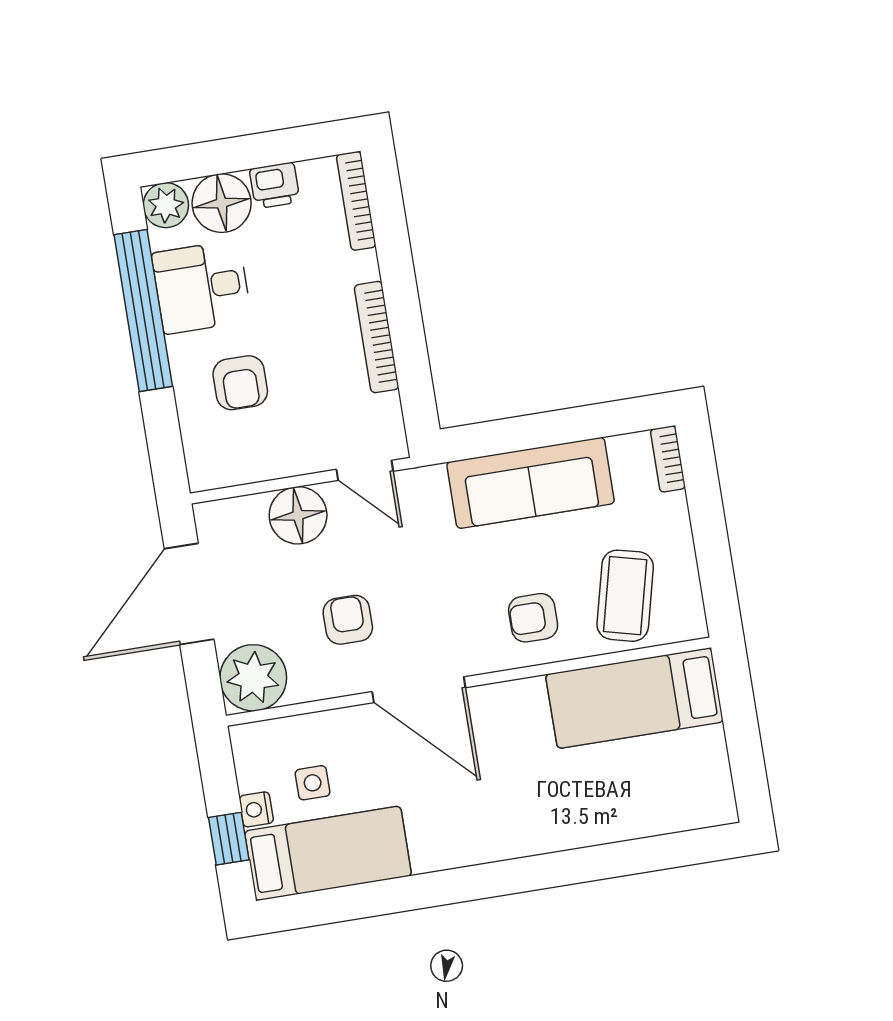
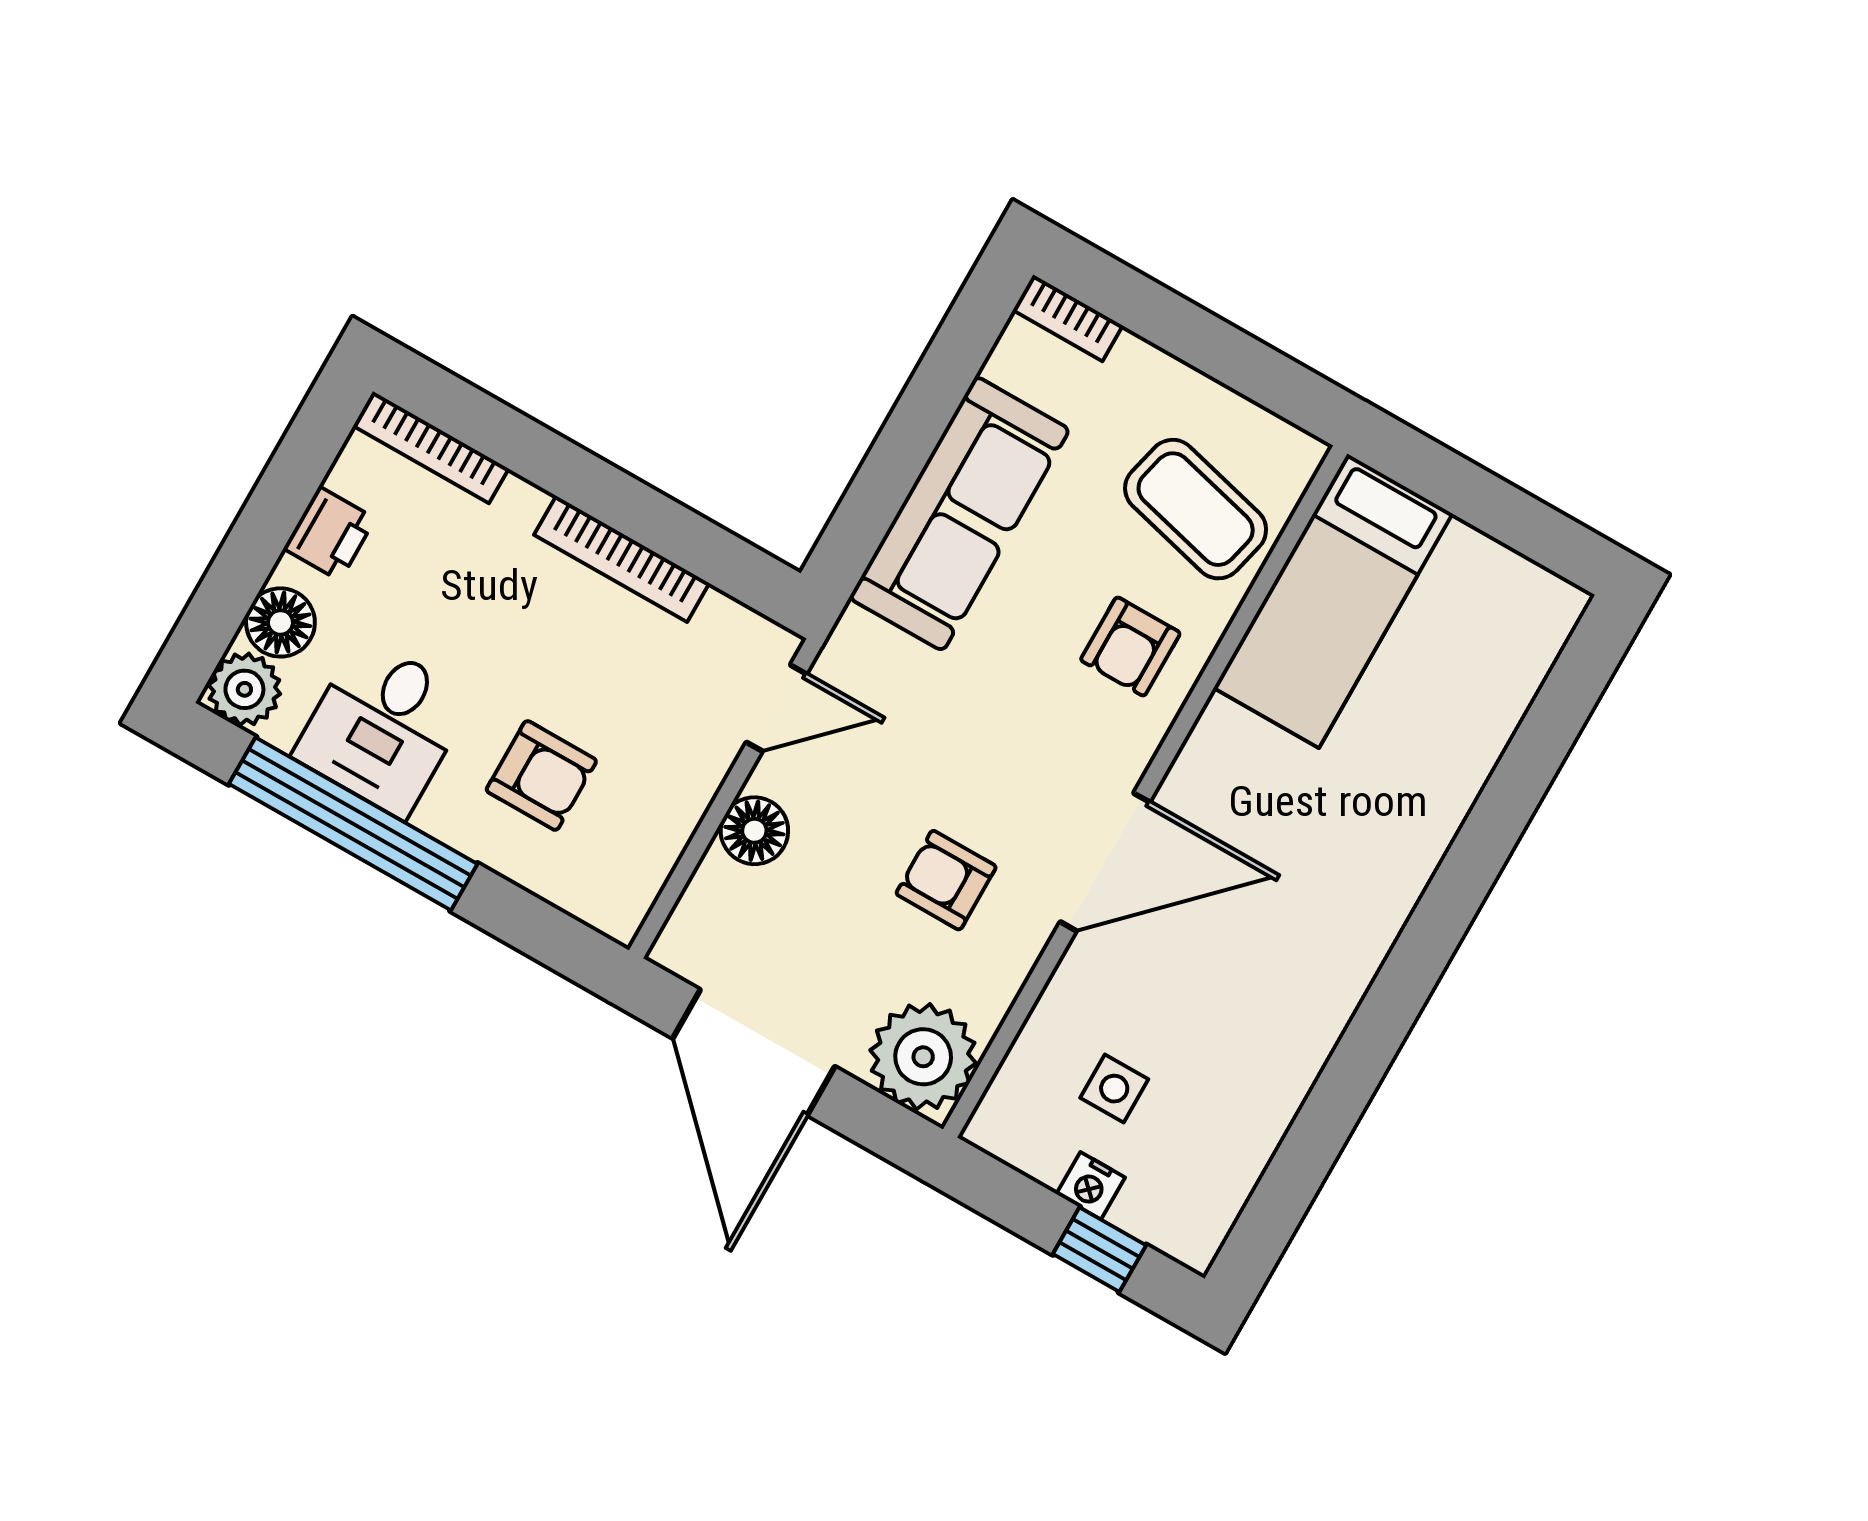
floor lamp: (222, 203) -> (280, 622), width x0.73, depth x0.73
floor lamp: (298, 515) -> (754, 831), width x0.73, depth x0.73
bed: (328, 853) -> (1218, 1140), removed

